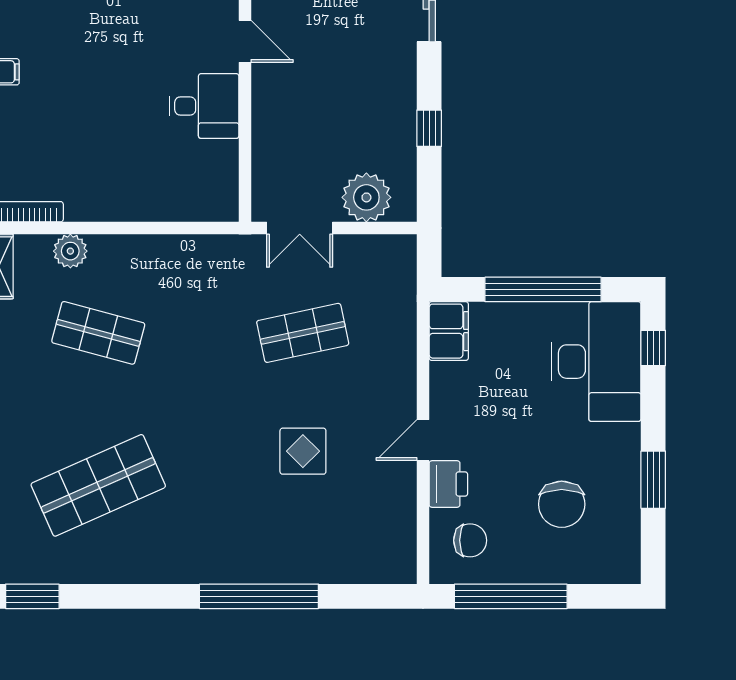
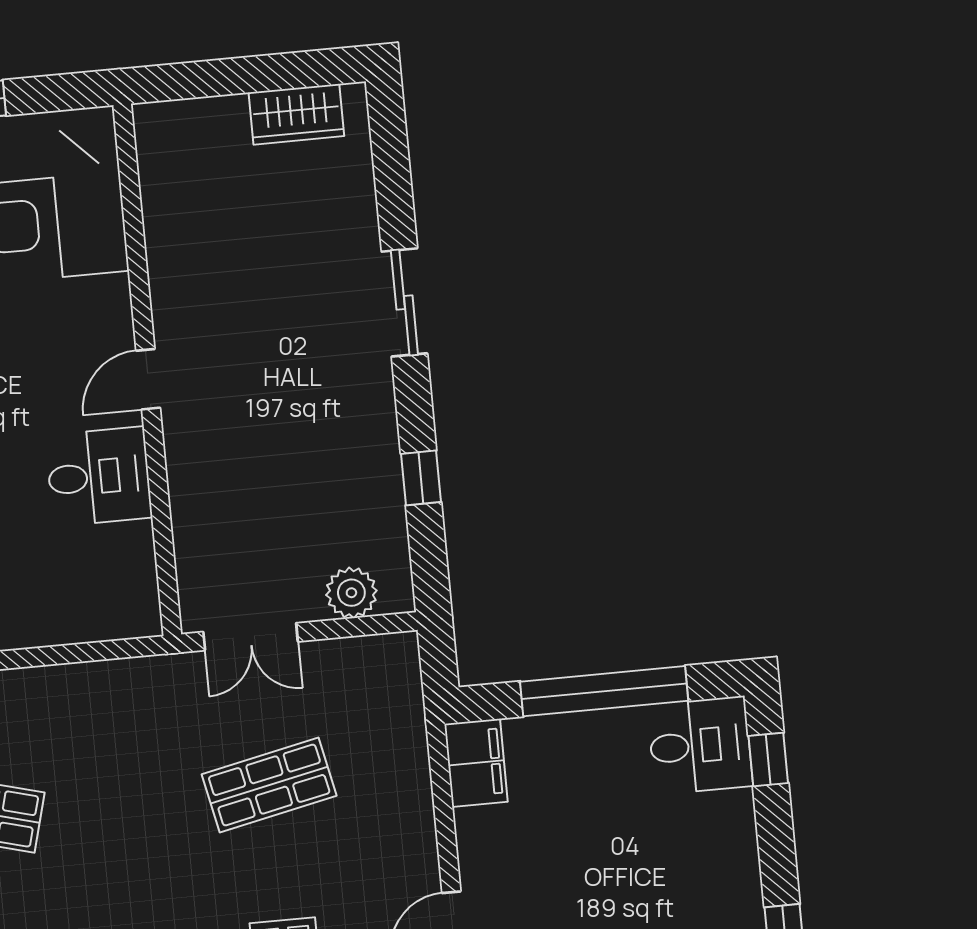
door: (245, 41) -> (148, 379), swing flipped
plant: (366, 197) -> (351, 593), width x0.73, depth x0.73
desk: (596, 362) -> (700, 745), width x0.53, depth x0.77

